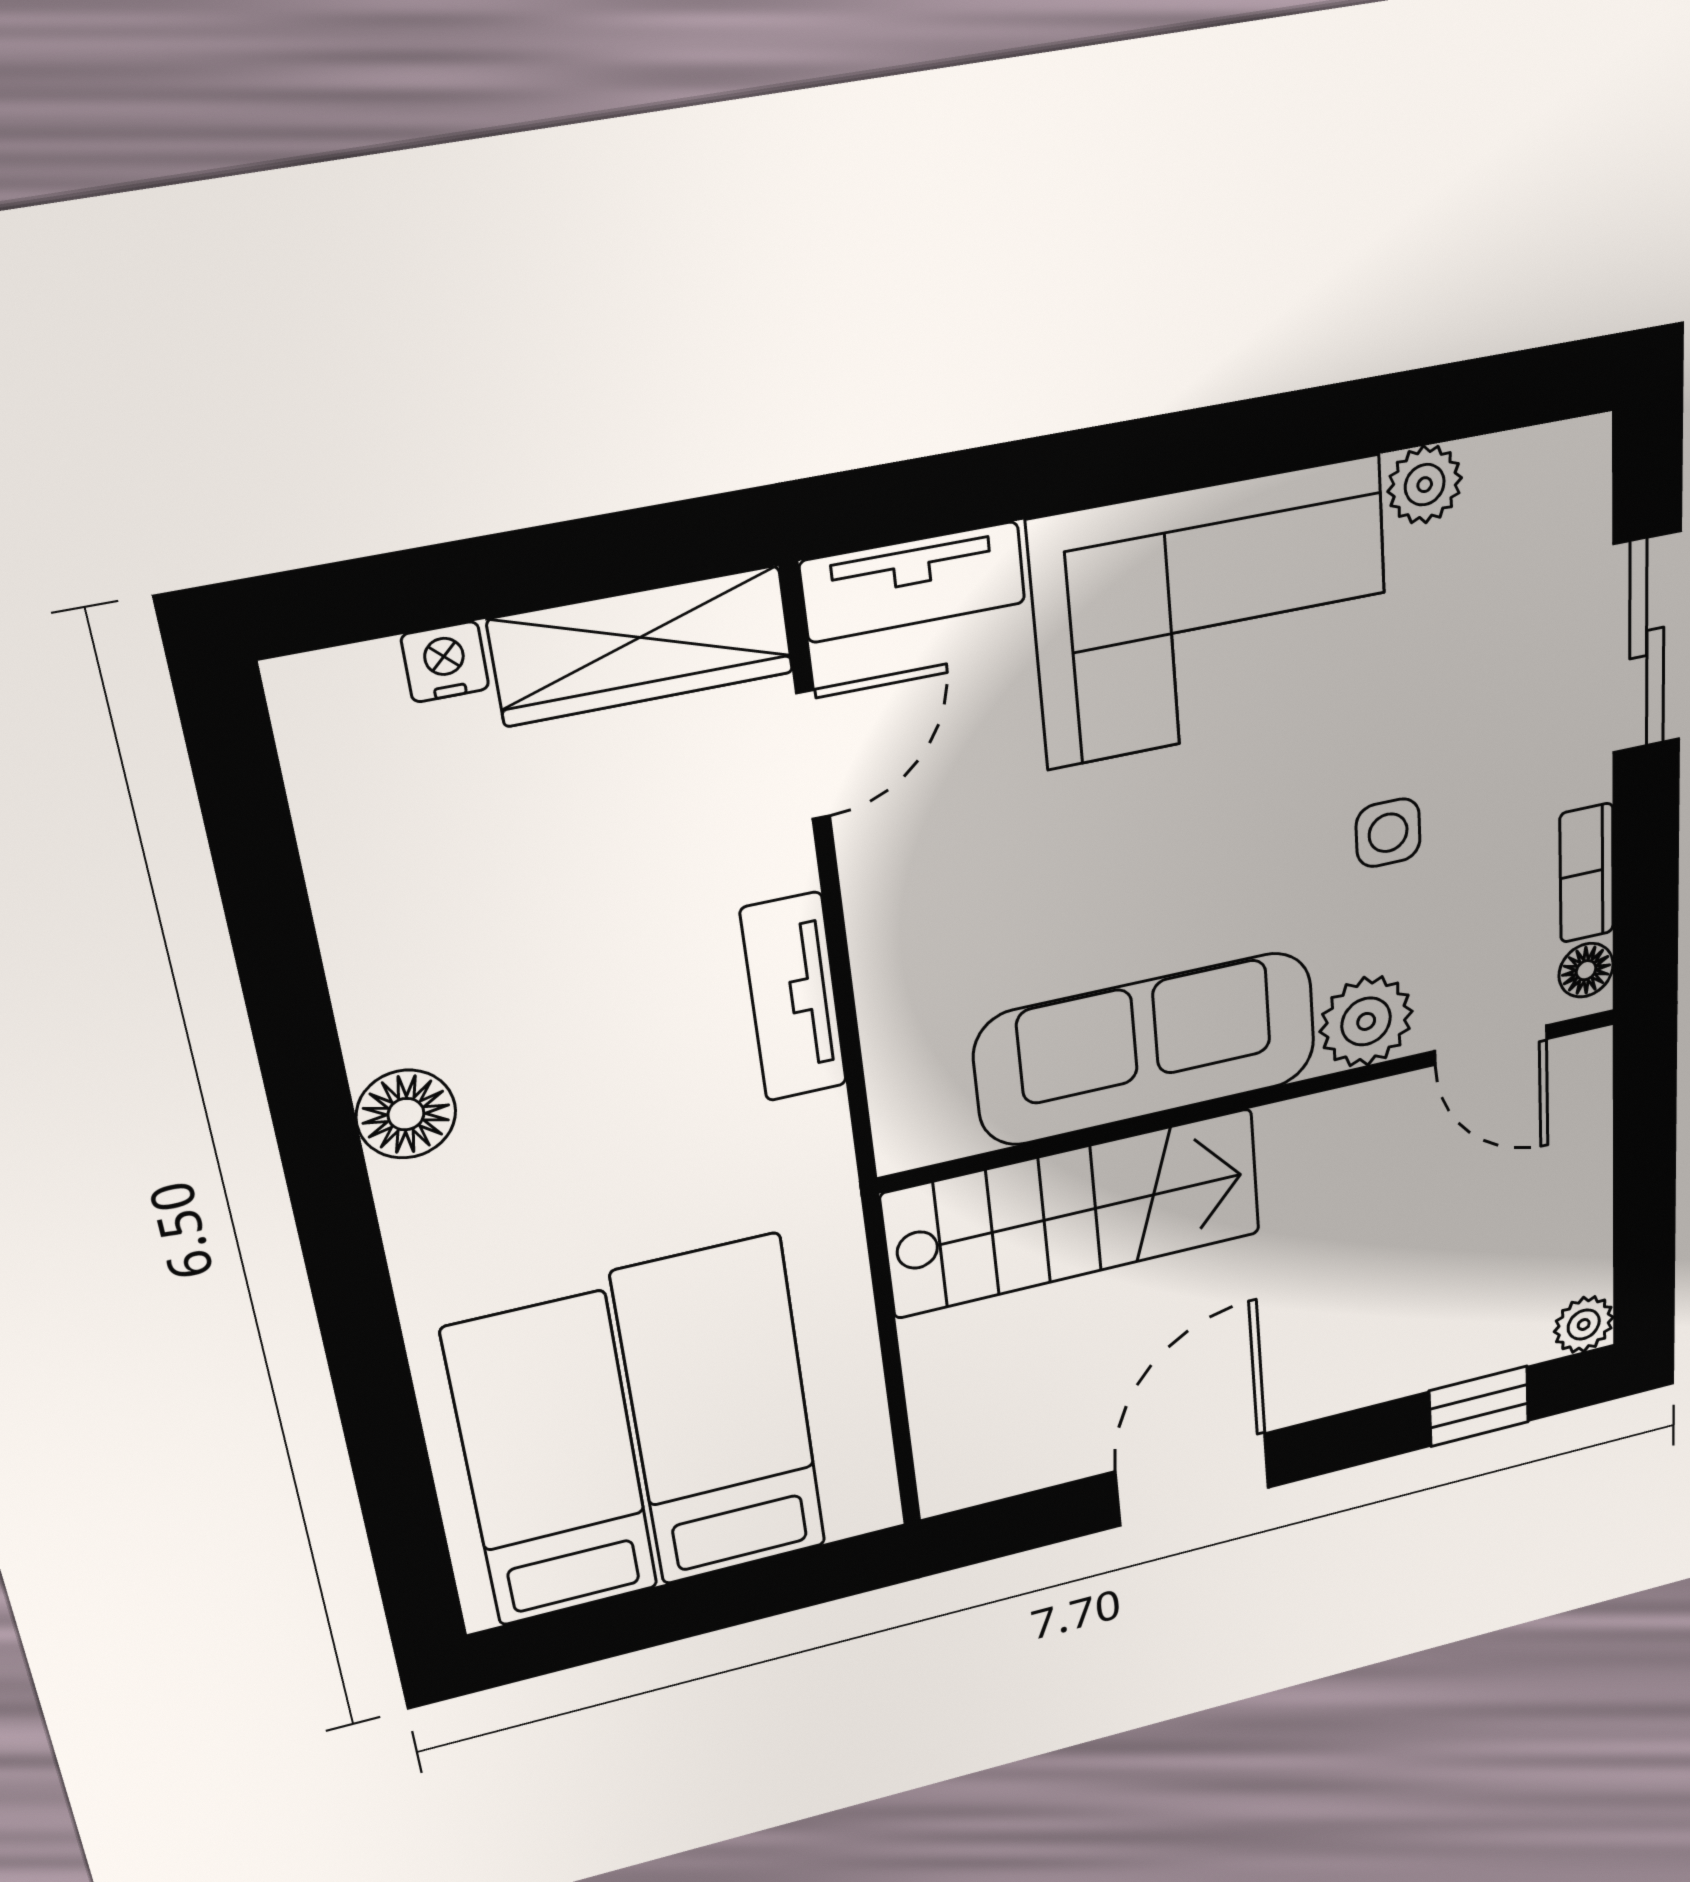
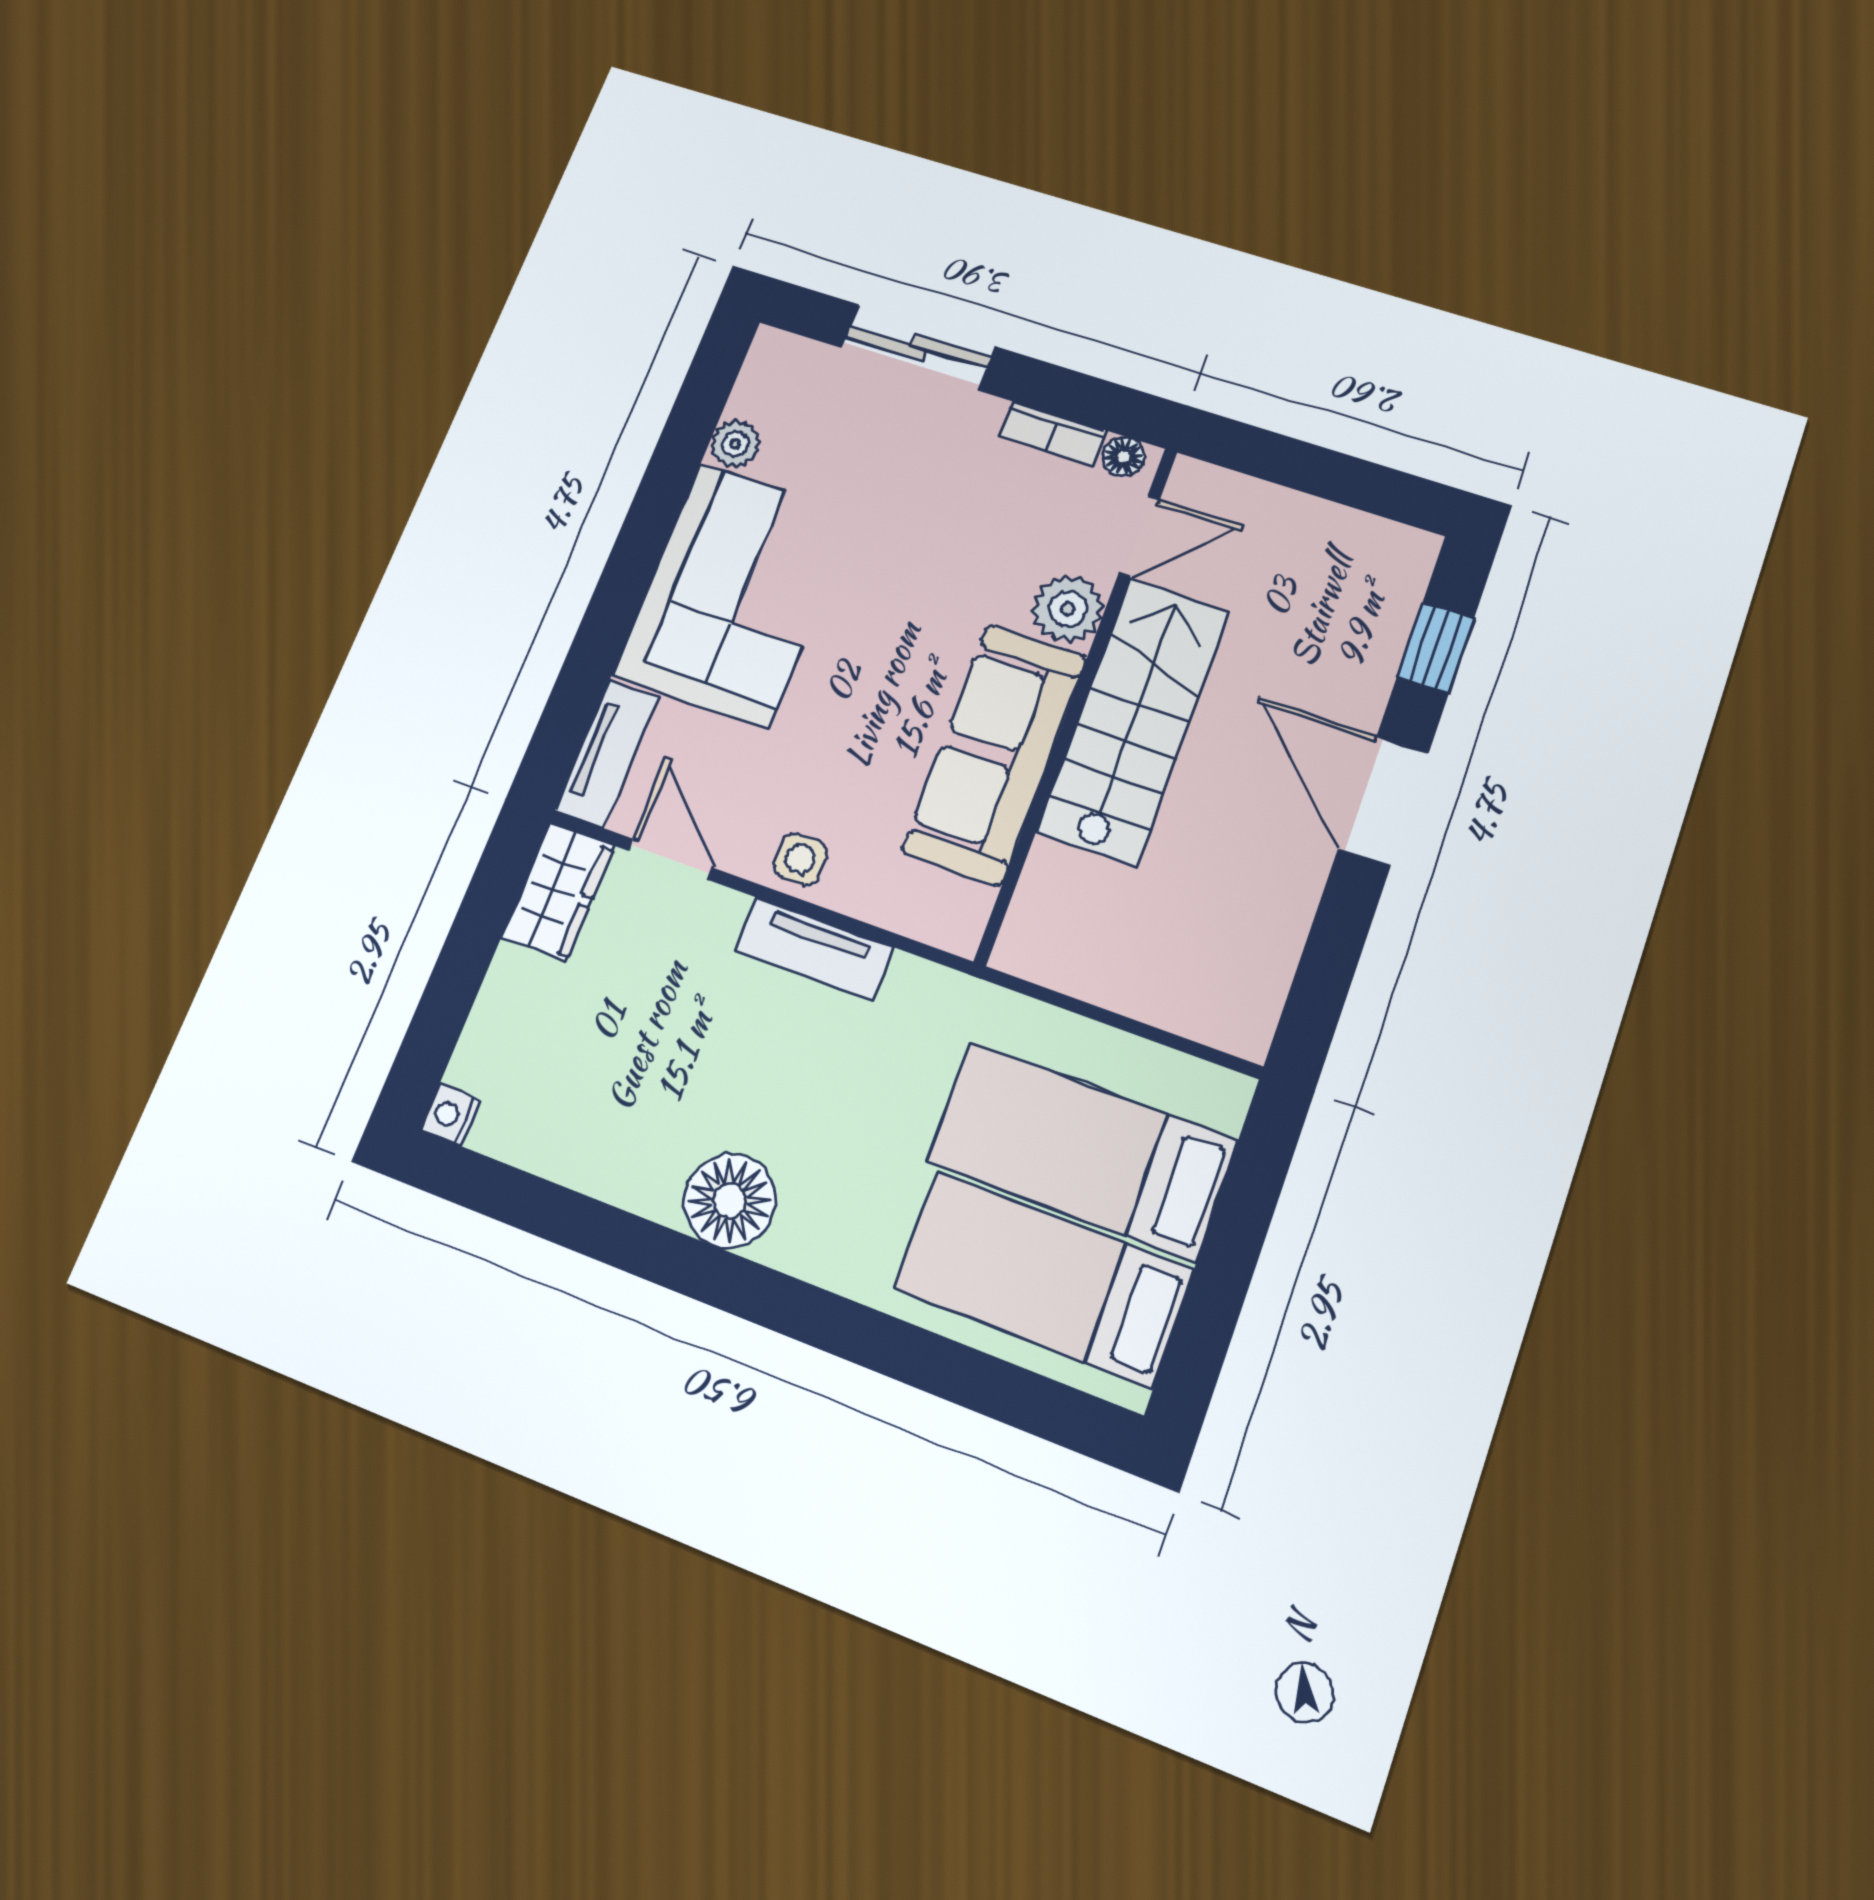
wardrobe: (642, 646) -> (558, 892), width x0.67
nightstand: (445, 662) -> (450, 1115), moved
side table: (1388, 833) -> (800, 859), moved
floor lamp: (406, 1114) -> (730, 1201), width x1.38, depth x1.38
stairs: (1073, 1213) -> (1133, 720), moved
plant: (1584, 1324) -> (1413, 551), removed
door: (1192, 1479) -> (1383, 801), moved

